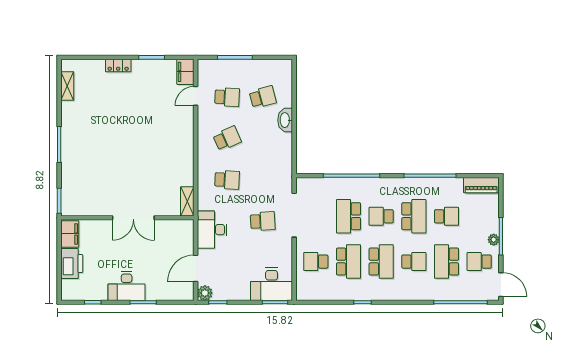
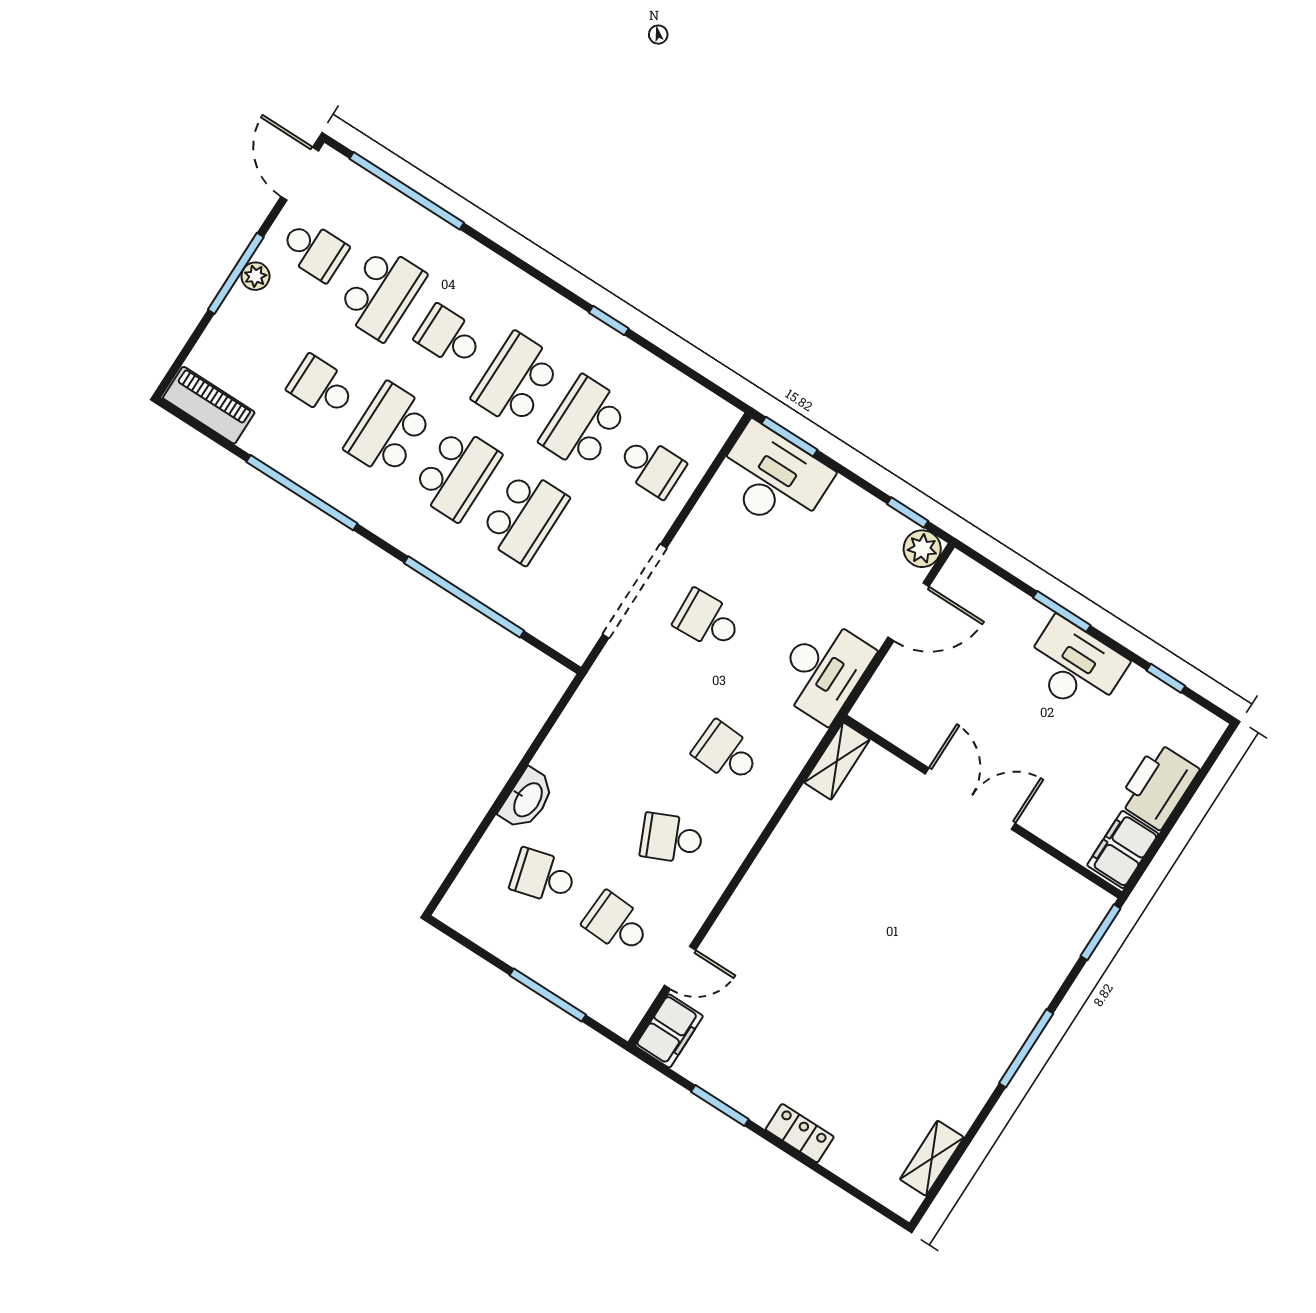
school desk: (381, 216) -> (456, 473), width x1.85

